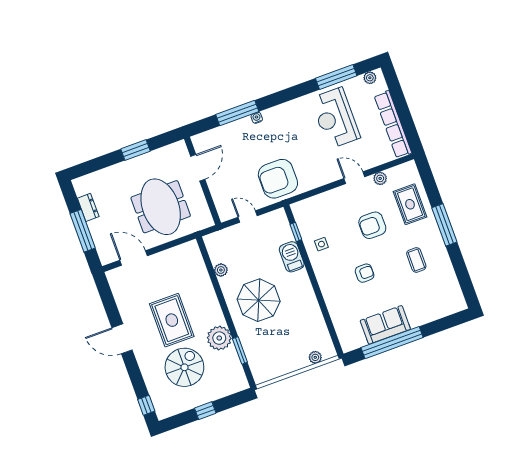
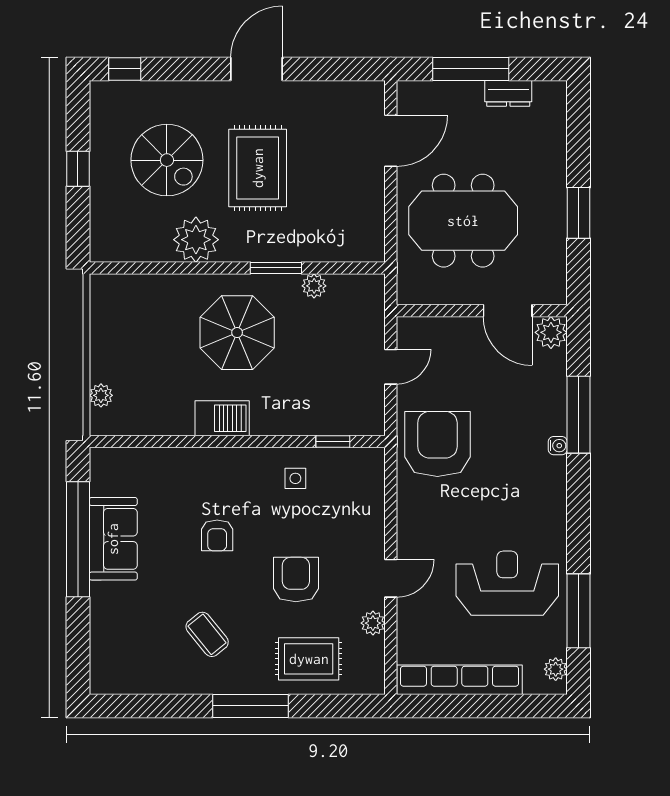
plant: (201, 142) -> (551, 332), added
barbecue: (292, 257) -> (222, 418), moved
coffee table: (416, 260) -> (207, 634), turned 51
rug: (172, 320) -> (258, 168), turned 90
window: (240, 350) -> (276, 268), moved

